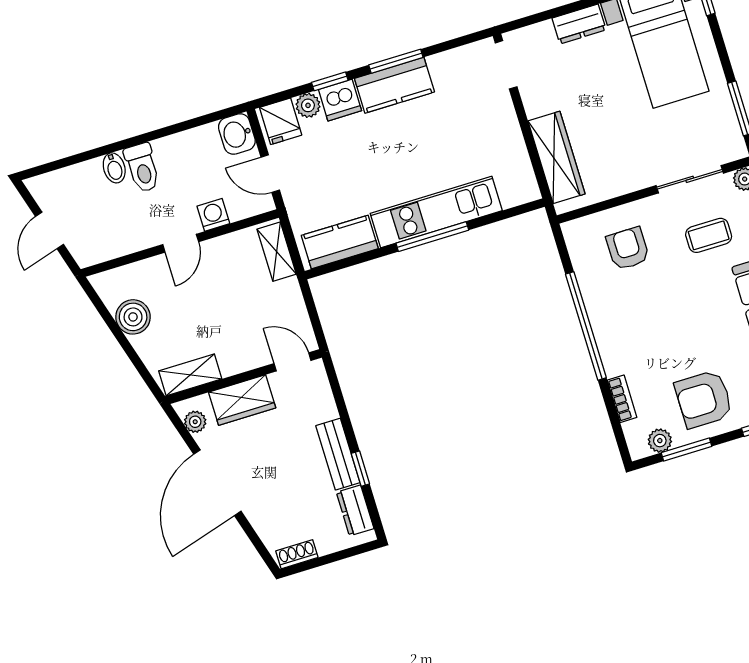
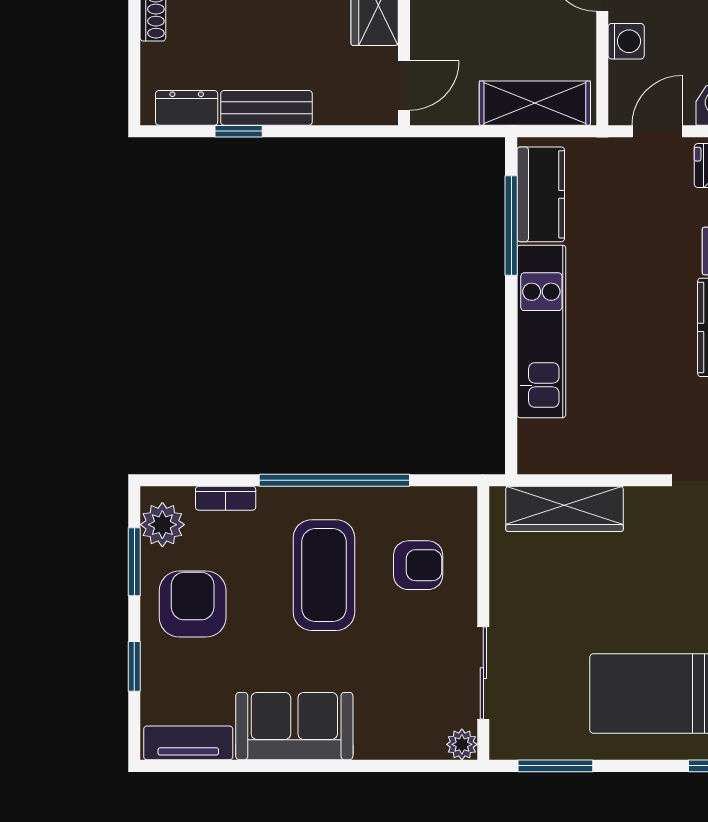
coffee table: (709, 235) -> (324, 575), moved, width x1.86, depth x1.72
window: (432, 237) -> (511, 226), moved
shelving: (277, 252) -> (535, 103), width x1.50, depth x1.33
plant: (660, 441) -> (162, 525), width x1.38, depth x1.38

